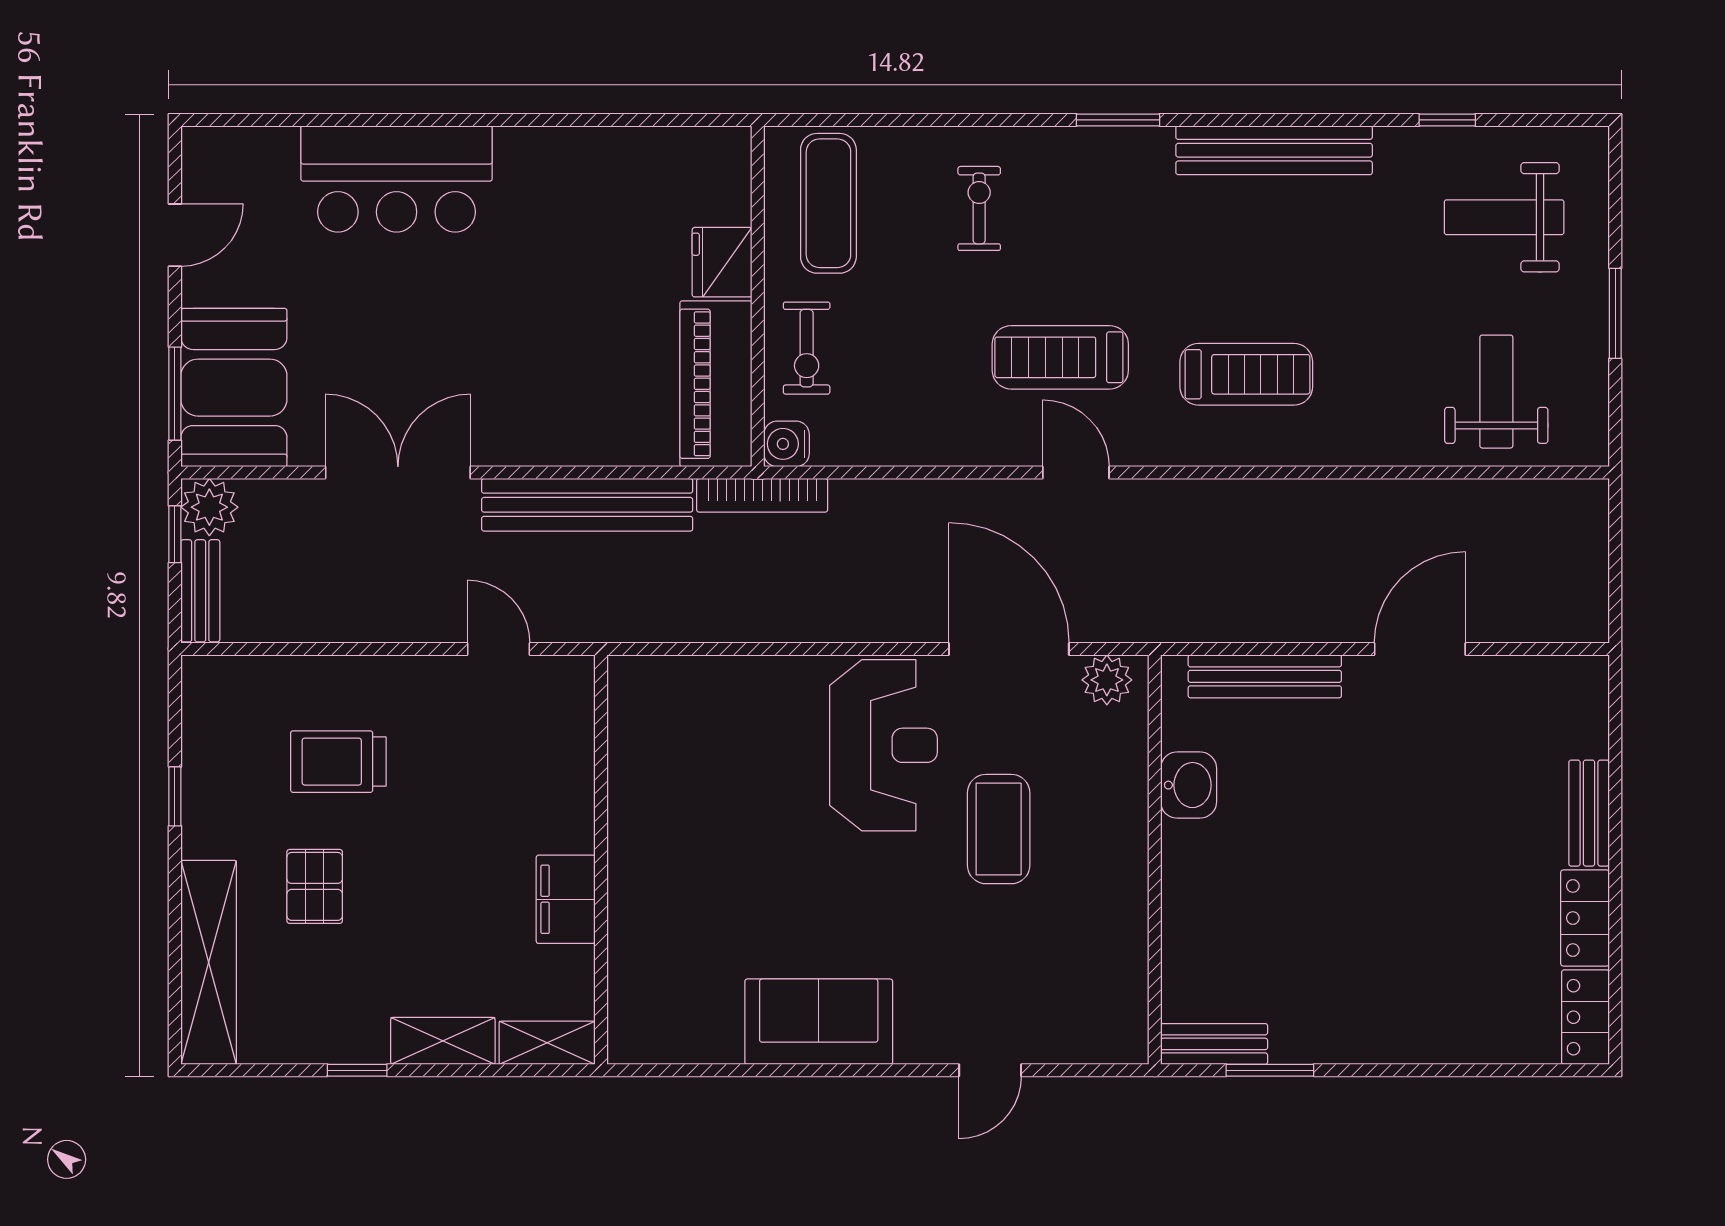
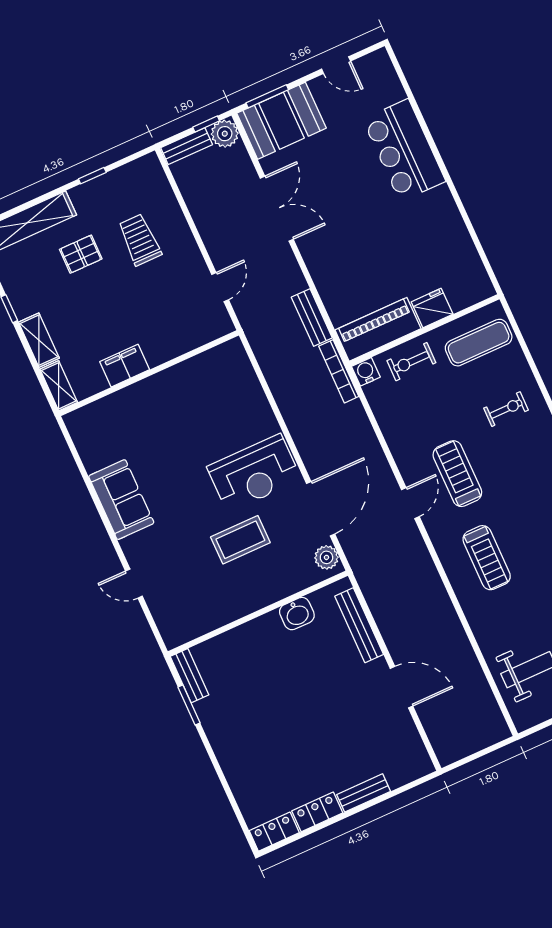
bench: (587, 505) -> (312, 318), width x0.54, depth x0.82

